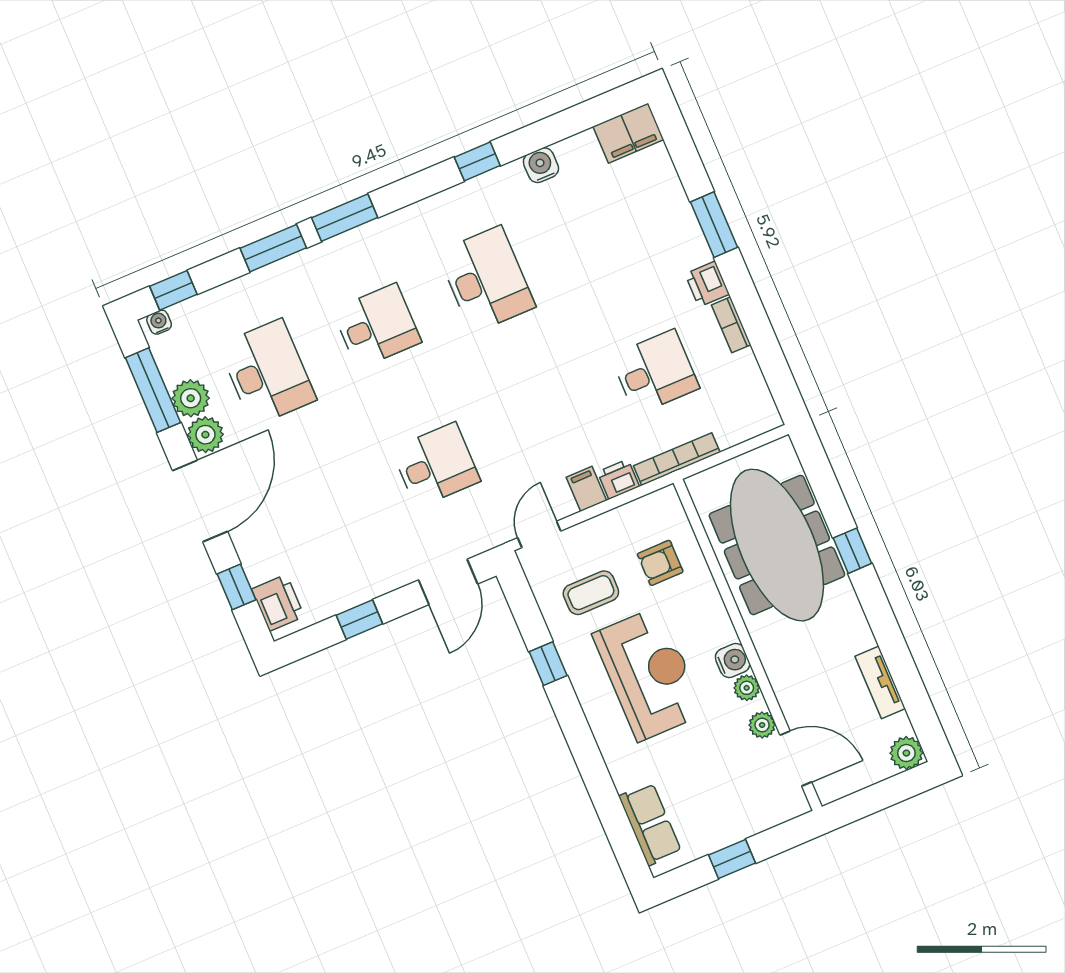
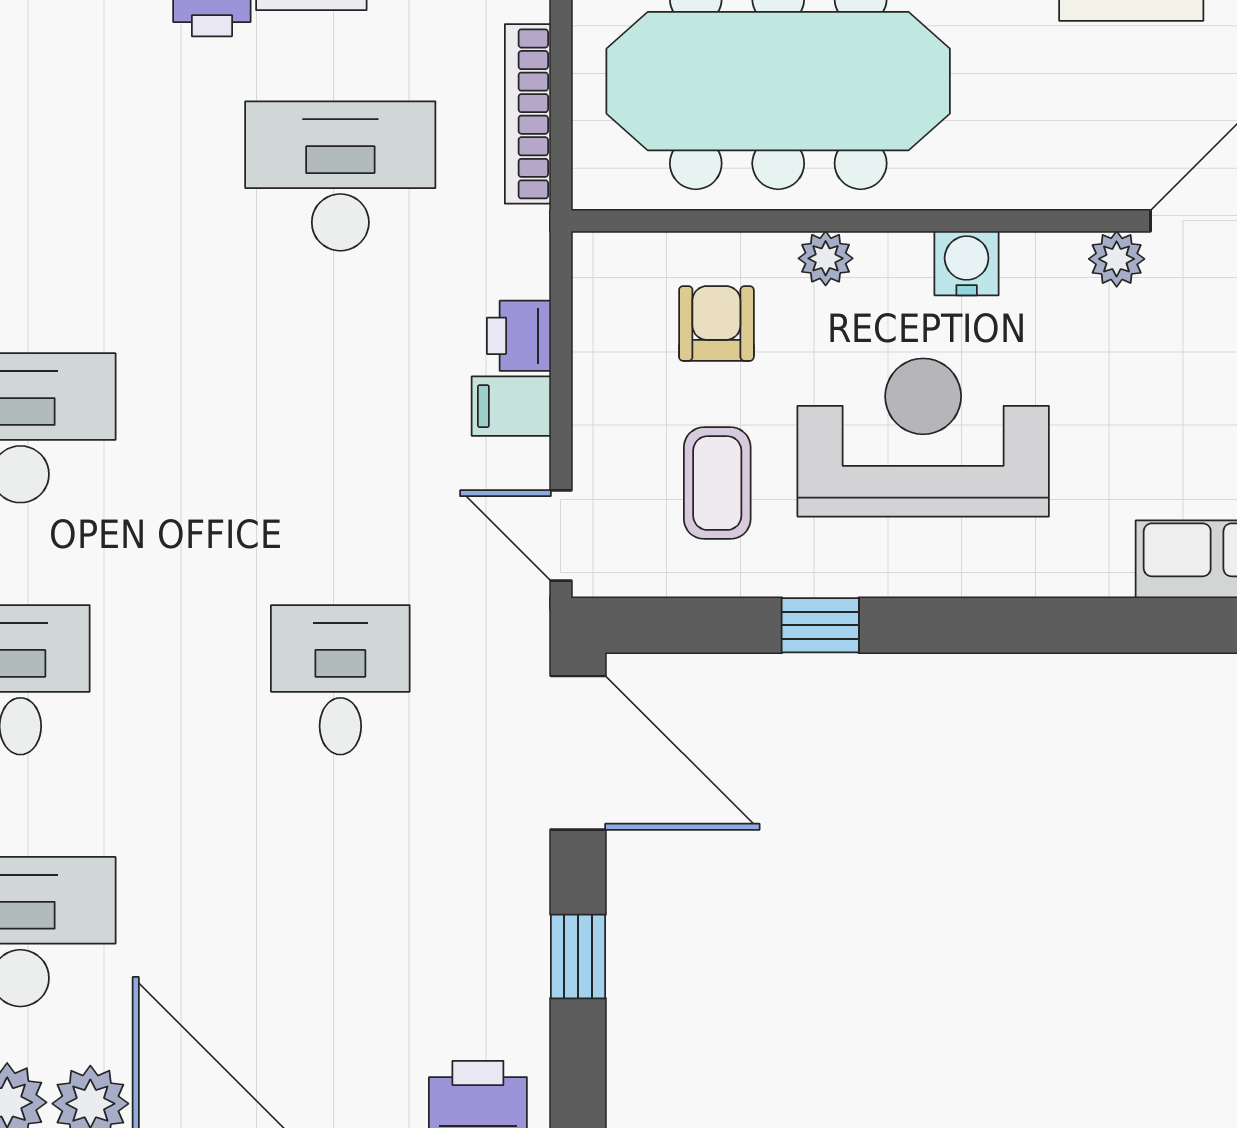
desk: (655, 372) -> (340, 176), width x1.37
bookcase: (677, 459) -> (528, 114), moved
armchair: (660, 563) -> (716, 323), turned 180
door: (448, 582) -> (578, 753), width x1.36
plant: (747, 688) -> (826, 258), moved

